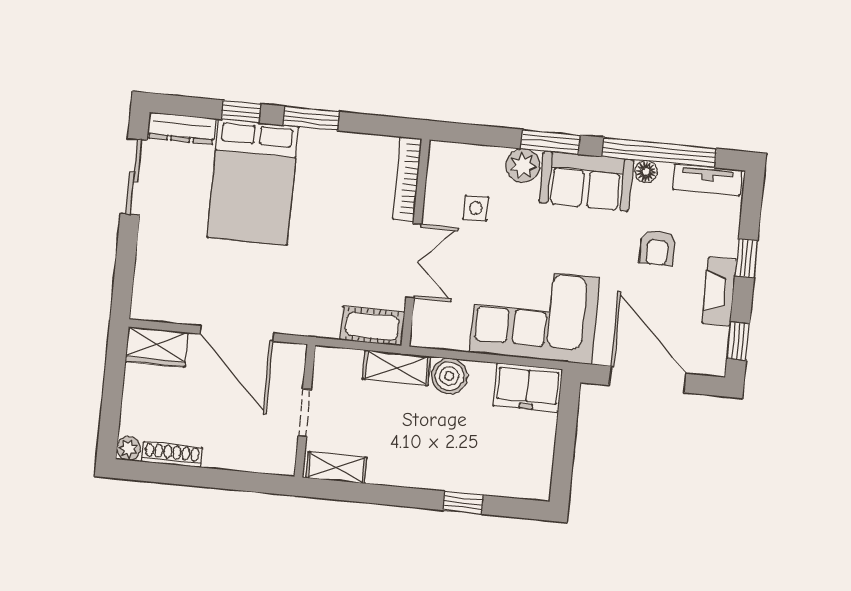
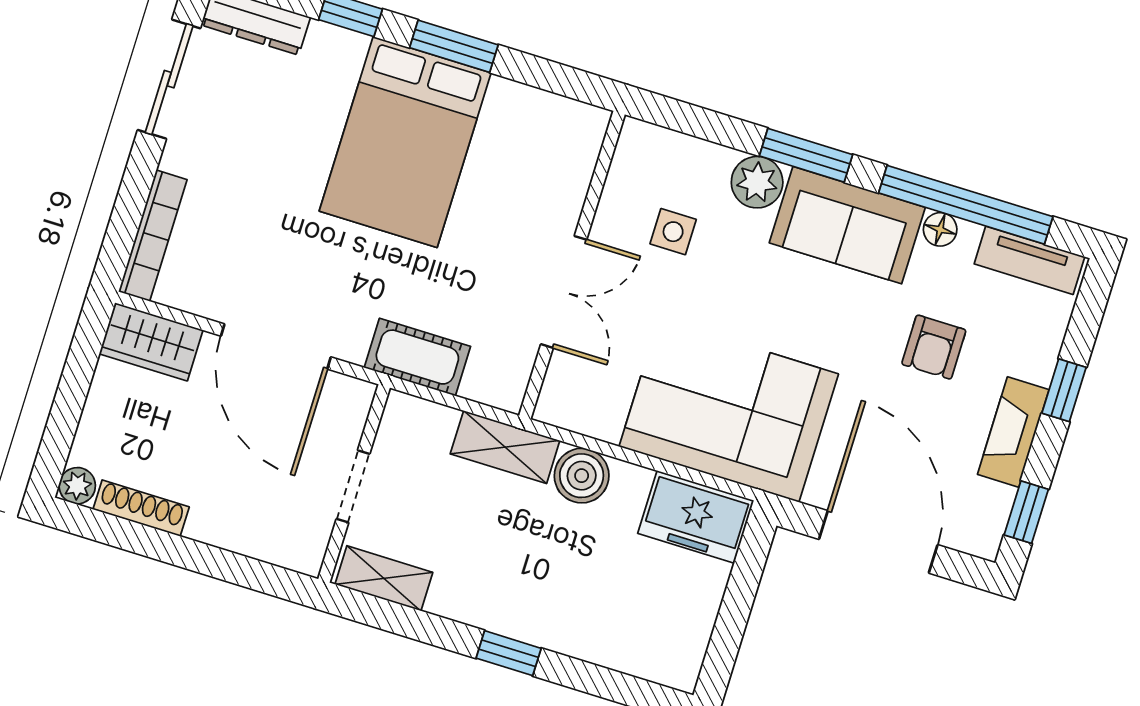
bookcase: (407, 179) -> (153, 236), moved, turned 180
bed: (253, 182) -> (405, 142), moved
cot: (372, 326) -> (417, 357), moved
window: (463, 503) -> (509, 653), moved

